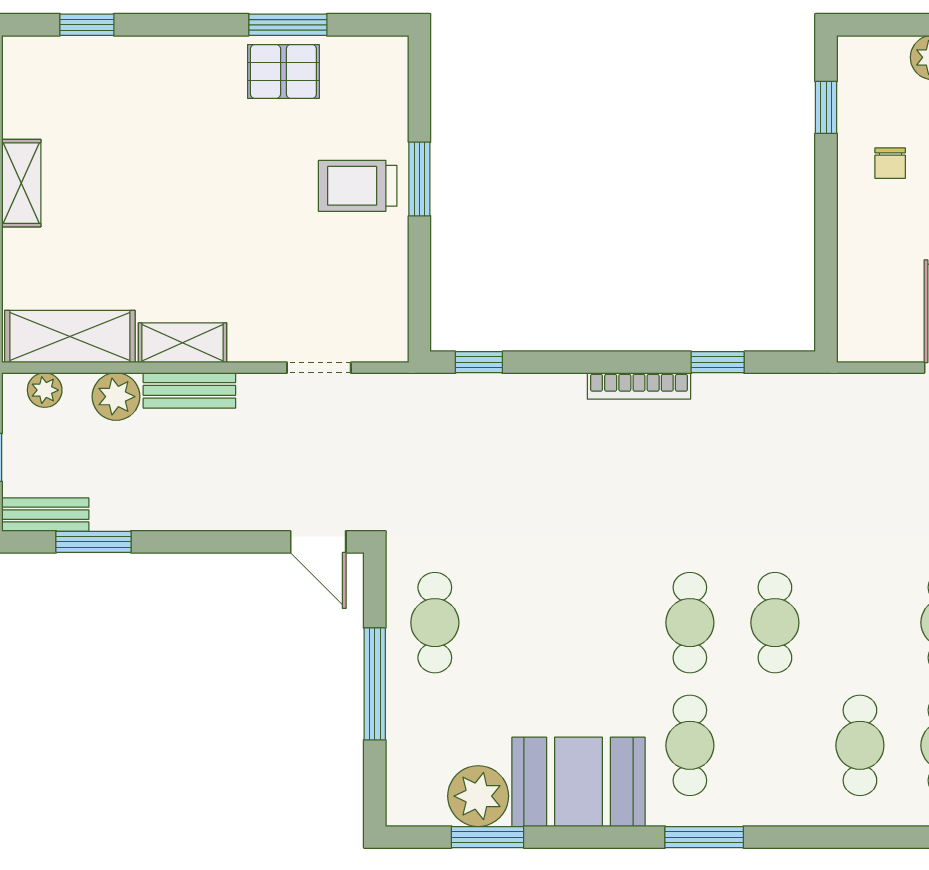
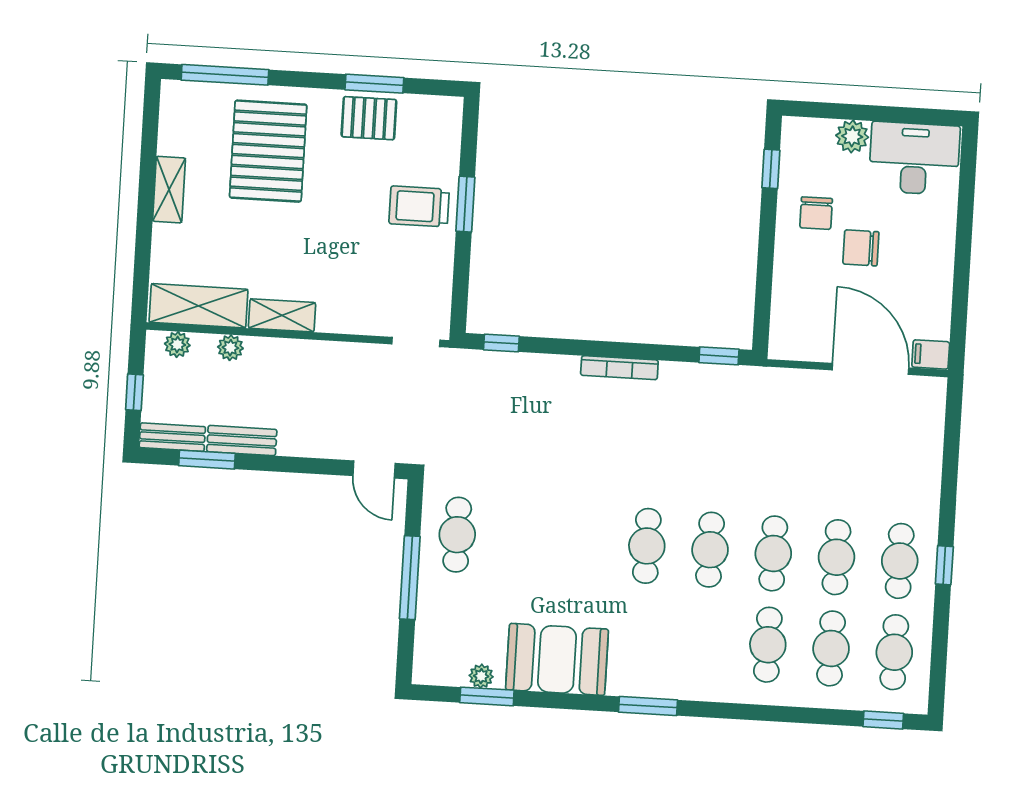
window: (87, 25) -> (225, 75), width x2.17
pallet: (151, 124) -> (268, 151), added
chair: (890, 163) -> (816, 213), width x1.37, depth x1.37
window: (718, 362) -> (719, 356), moved
doorway: (319, 368) -> (416, 342), moved
bench: (189, 390) -> (242, 441), moved
plant: (116, 397) -> (230, 348), width x0.73, depth x0.73
cafe table: (690, 745) -> (773, 553), moved
plant: (478, 796) -> (481, 676), width x0.53, depth x0.53

